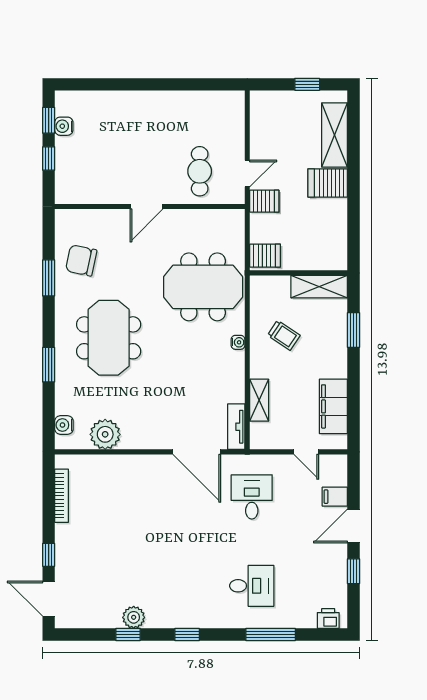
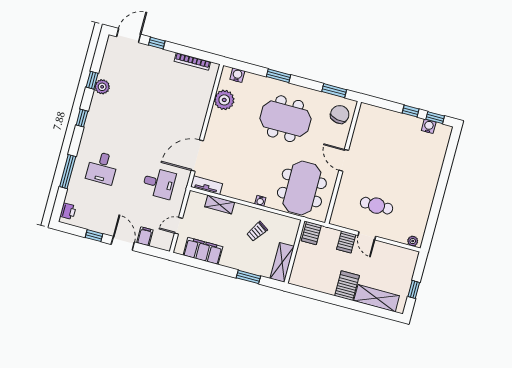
plant: (237, 105) -> (413, 241), added
door: (146, 207) -> (344, 160), moved
wall: (150, 207) -> (343, 162), moved

